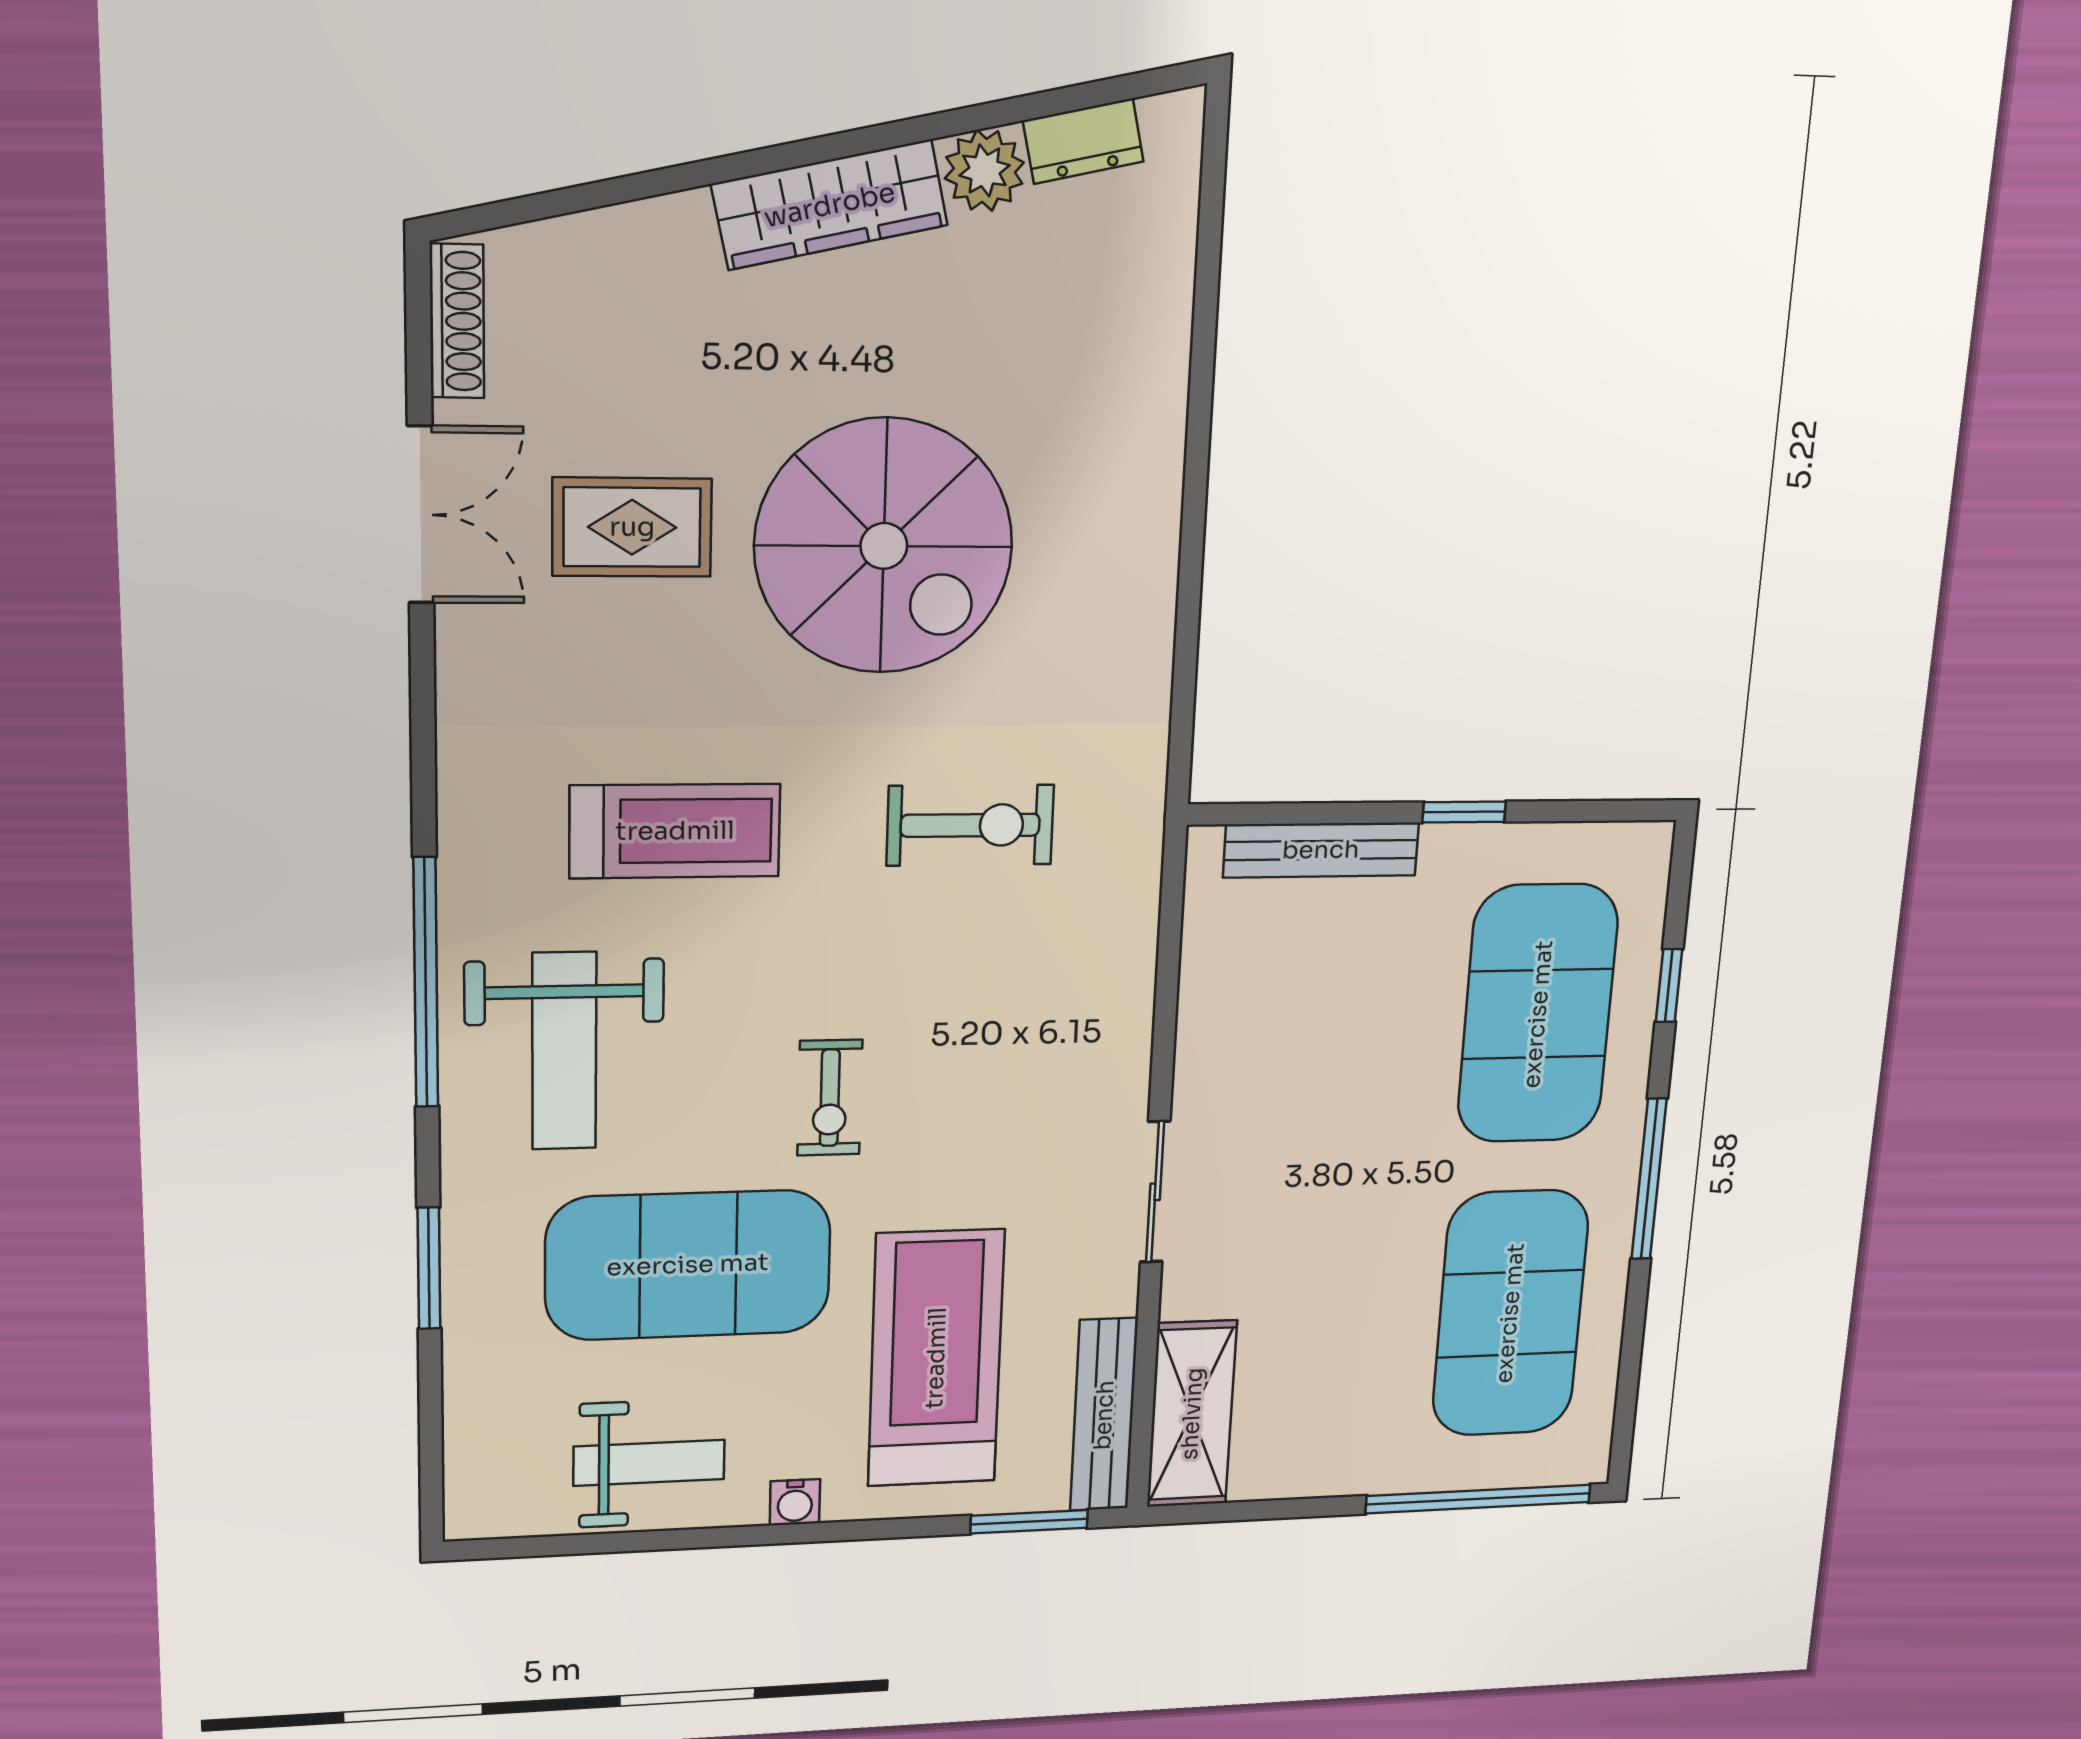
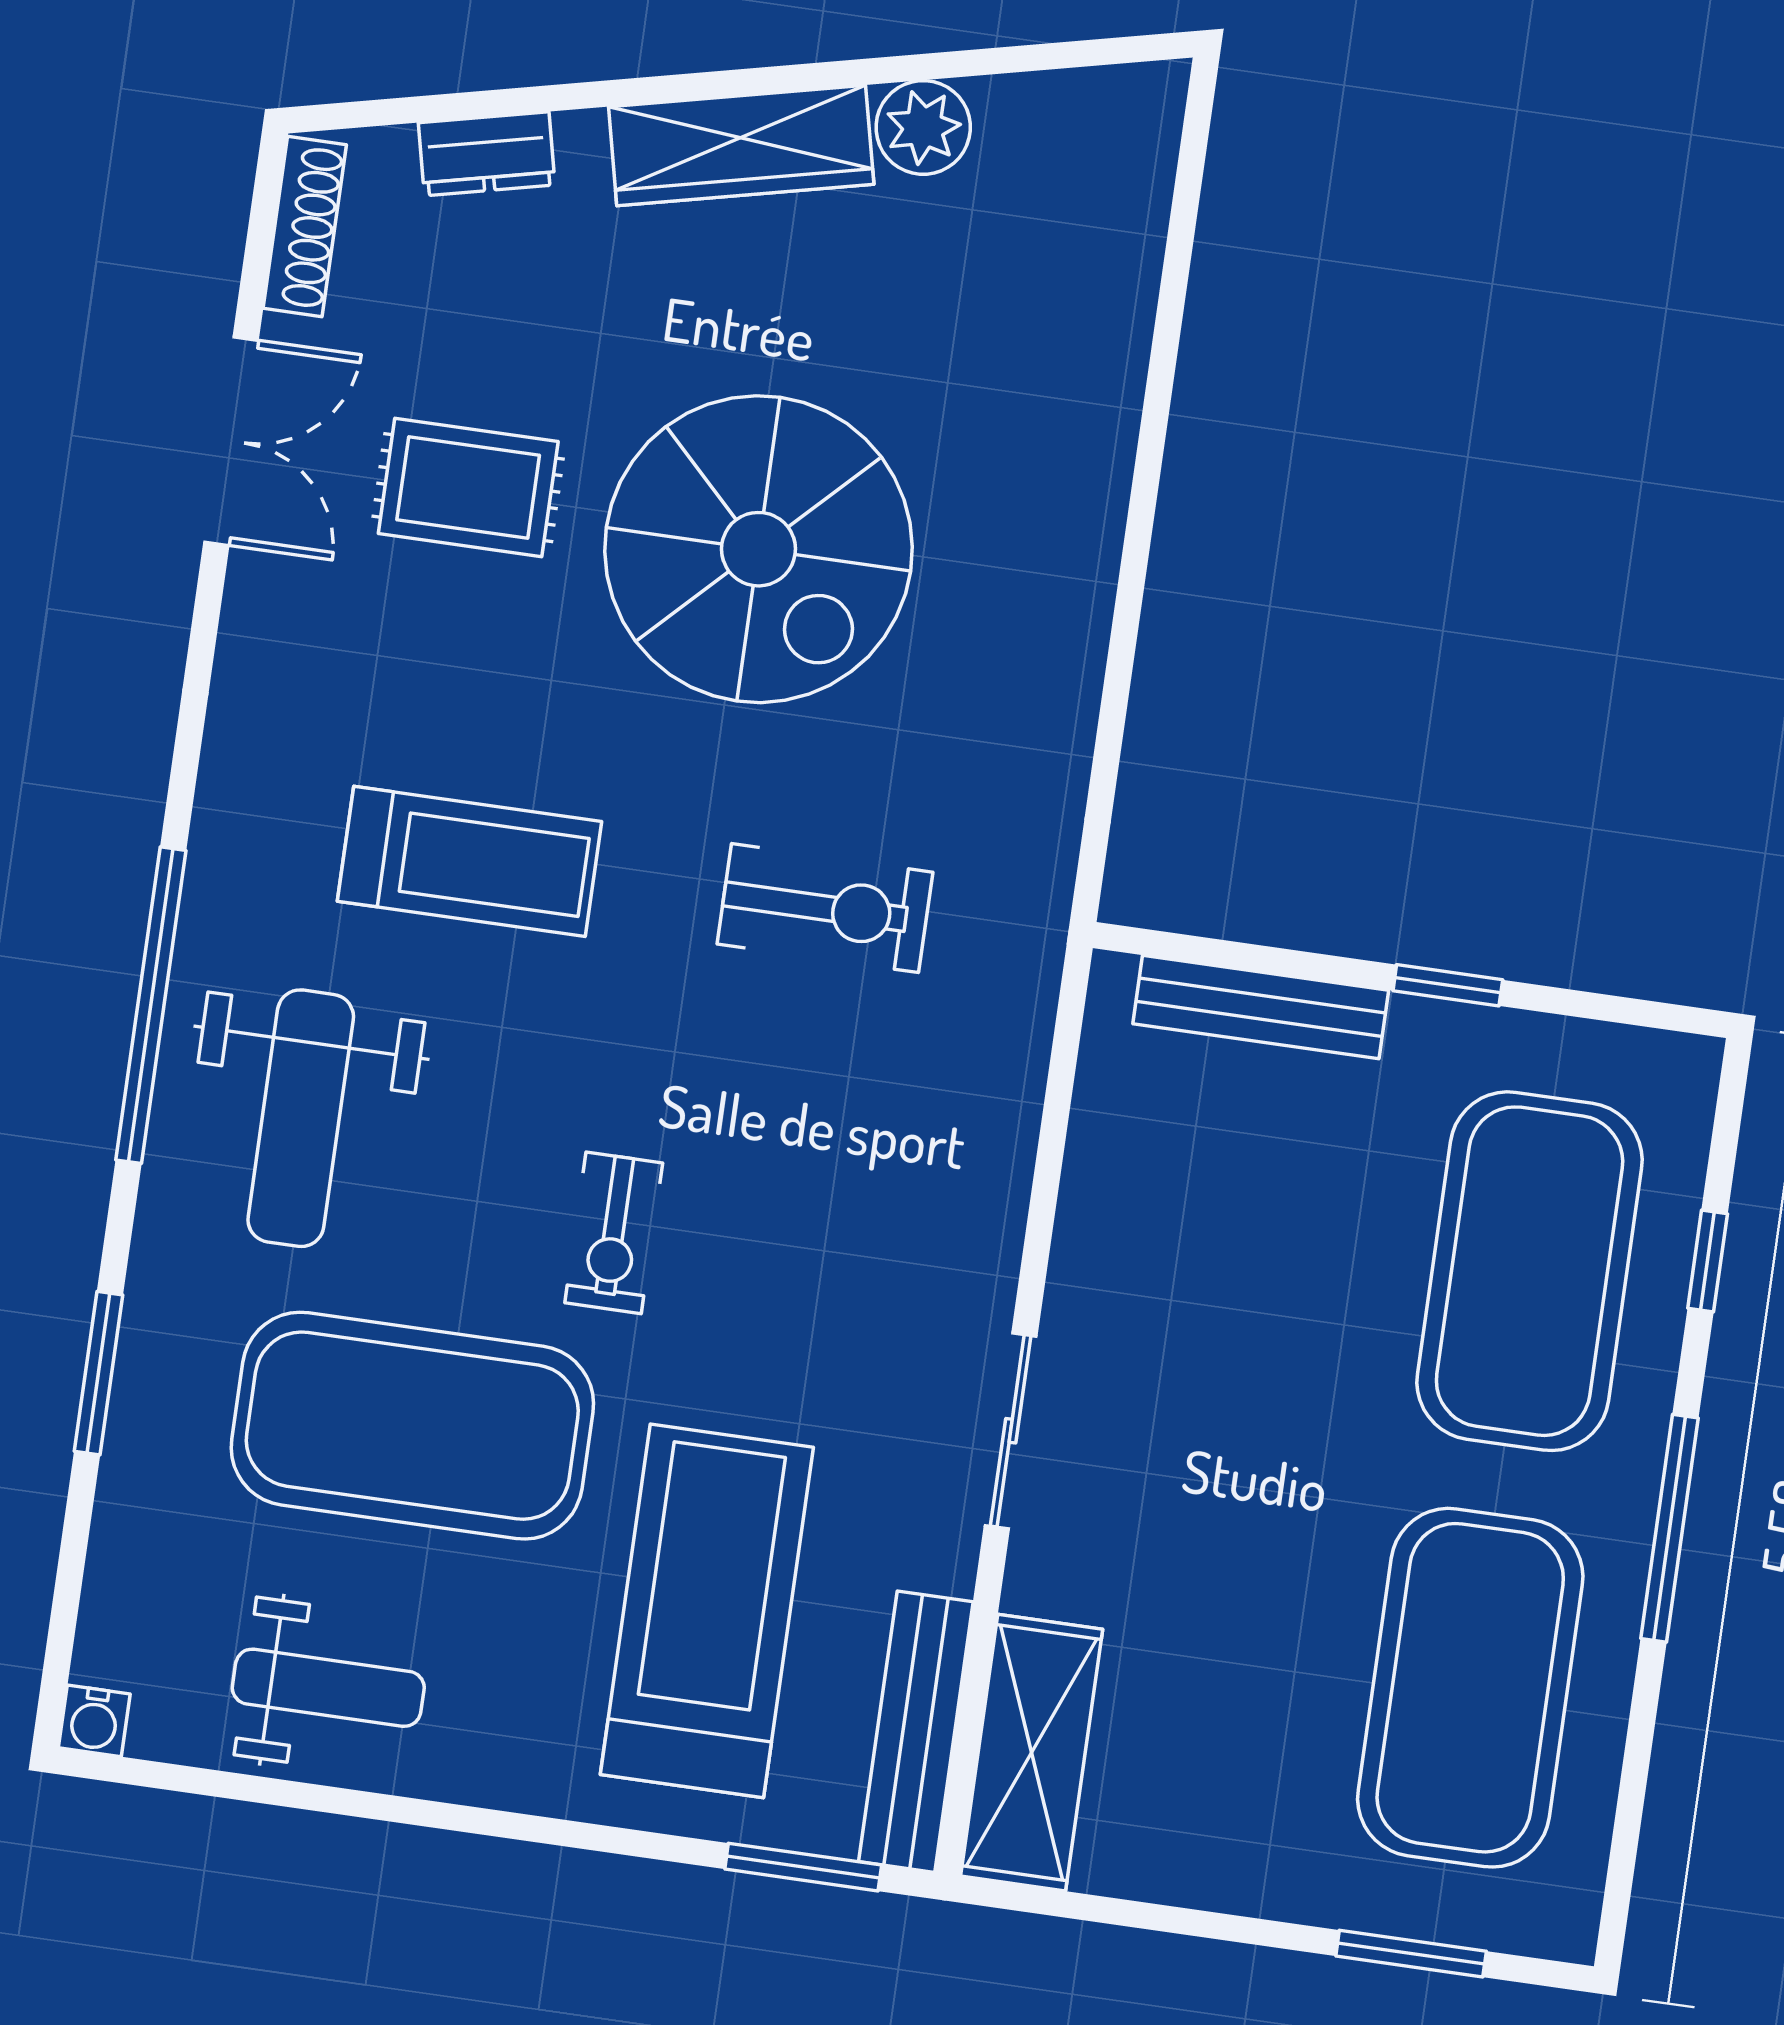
dresser: (1083, 141) -> (487, 154), moved
window: (1478, 1499) -> (1411, 1954), width x0.47
water cooler: (795, 1502) -> (94, 1721), moved

